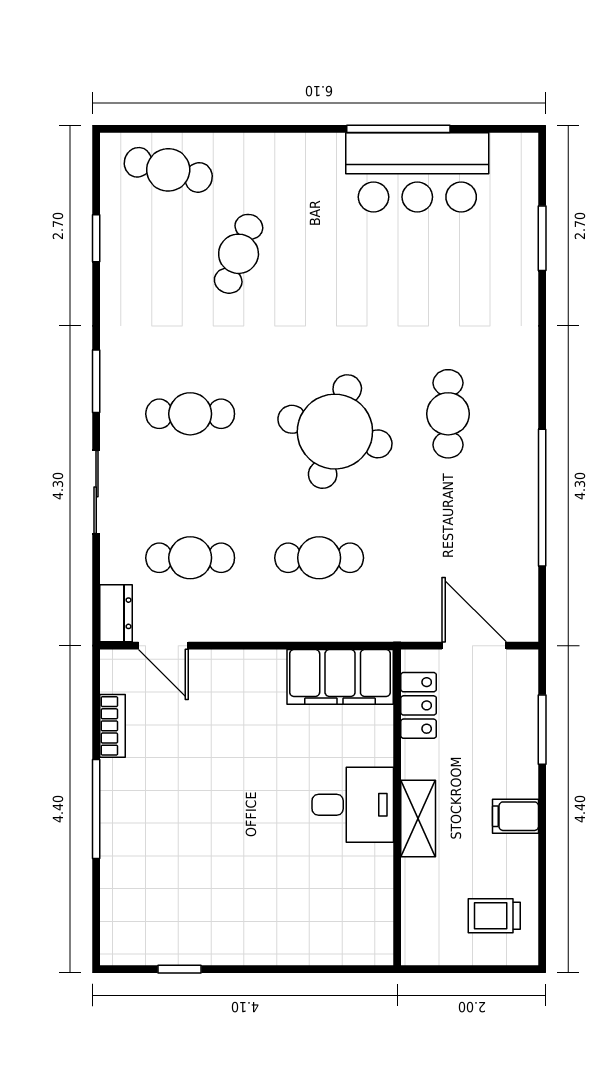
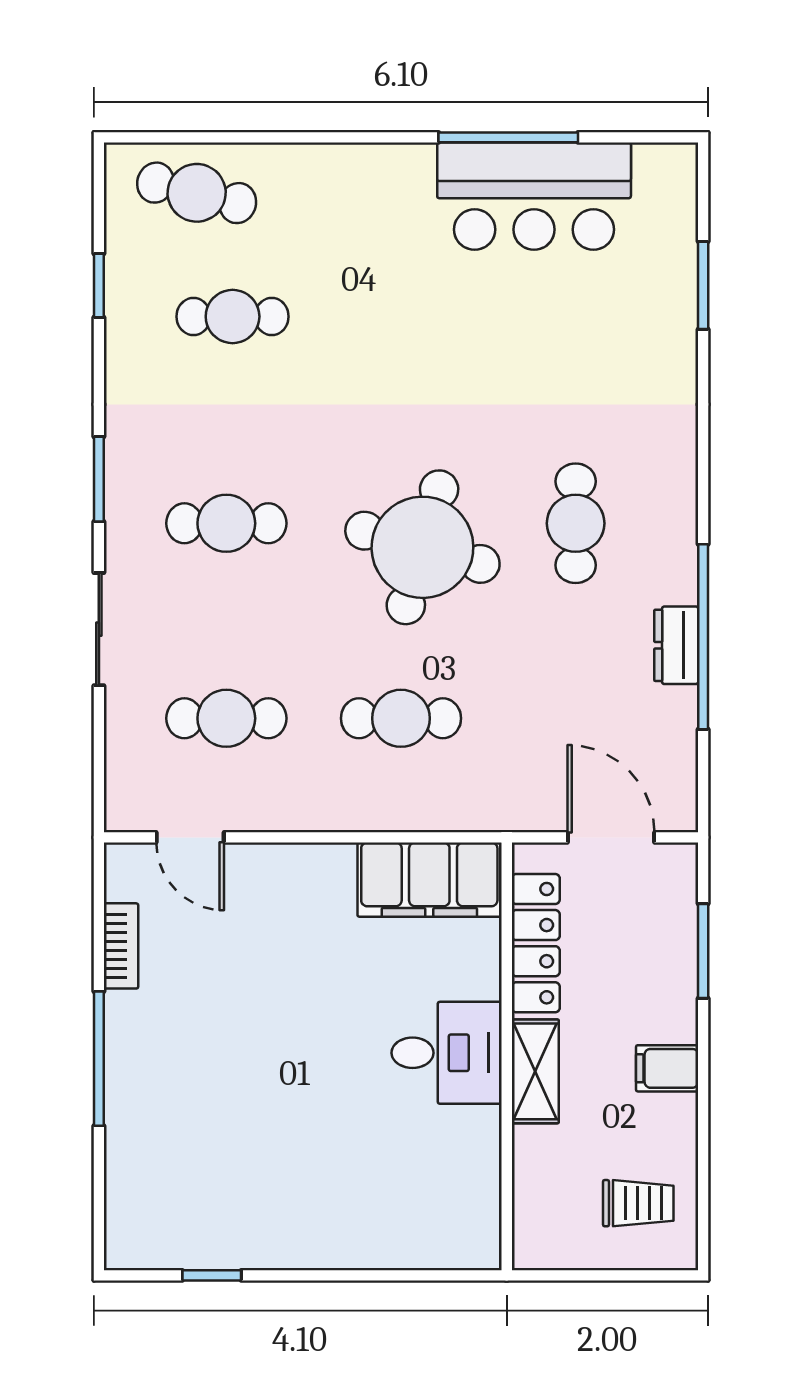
cafe table: (239, 254) -> (233, 317), moved, turned 69
dresser: (116, 613) -> (676, 645), moved, turned 180
locker: (419, 705) -> (536, 943), width x1.53
trolley: (494, 916) -> (638, 1203), turned 180

